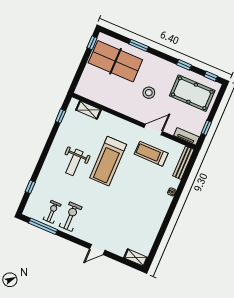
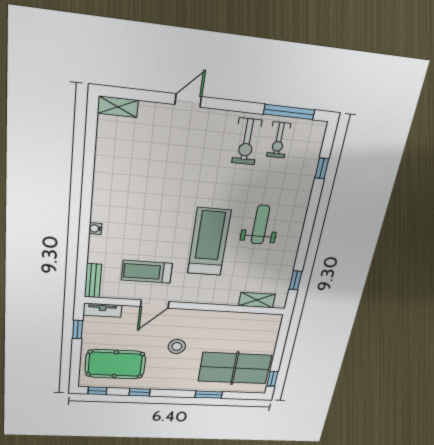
treadmill: (151, 154) -> (147, 272), turned 180
bench: (183, 163) -> (93, 281), width x0.73

